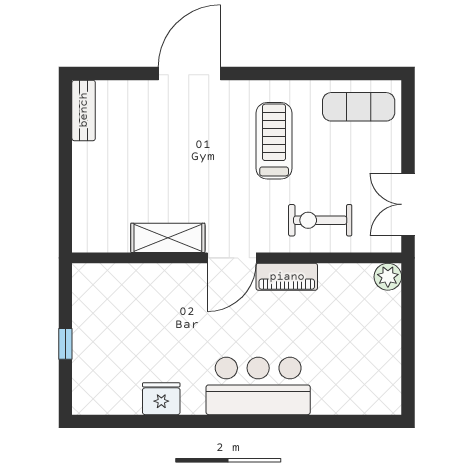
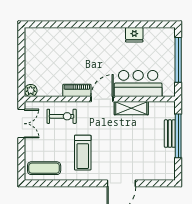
bench: (84, 110) -> (170, 134), moved
window: (65, 178) -> (178, 136), added
window: (65, 344) -> (178, 60), width x3.17
bar counter: (258, 386) -> (138, 84), moved, turned 180

